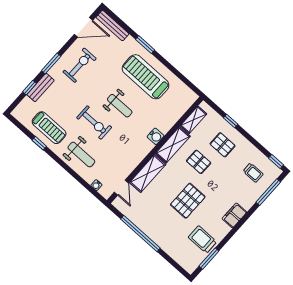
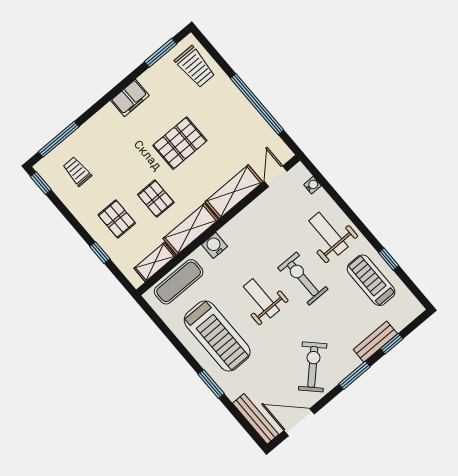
exercise bike: (80, 65) -> (313, 367), turned 135
exercise mat: (176, 109) -> (179, 282), added
filing cabinet: (234, 215) -> (130, 98), moved
trolley: (202, 240) -> (195, 67), moved

